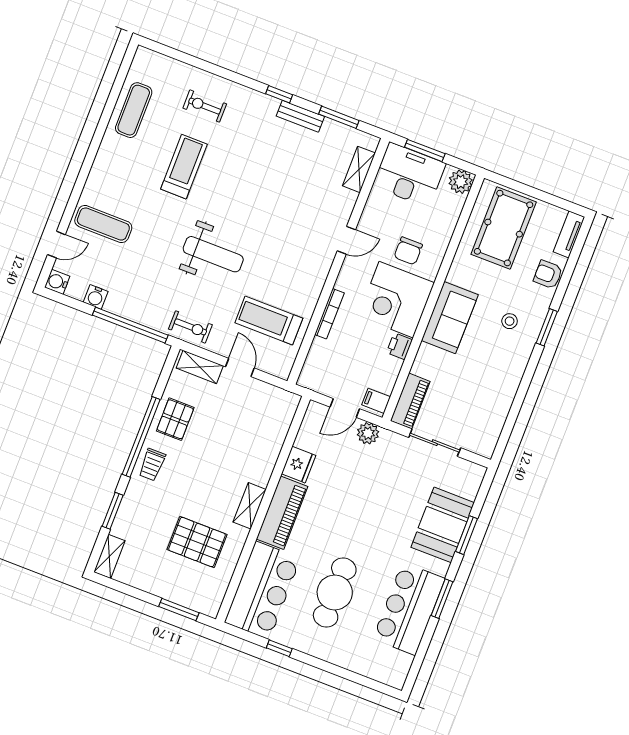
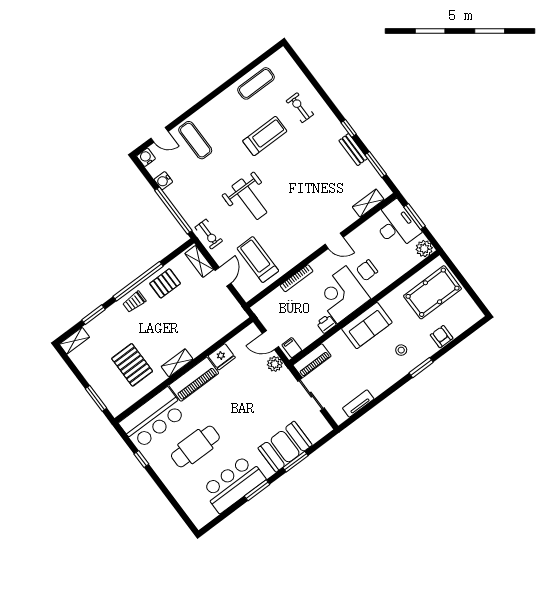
tv unit: (569, 234) -> (358, 404), moved

